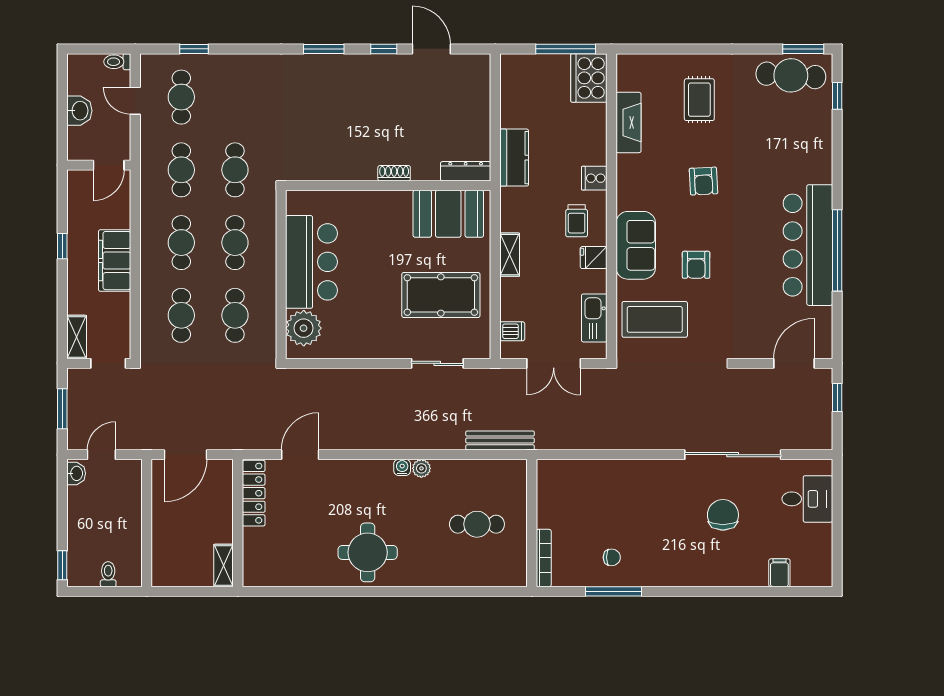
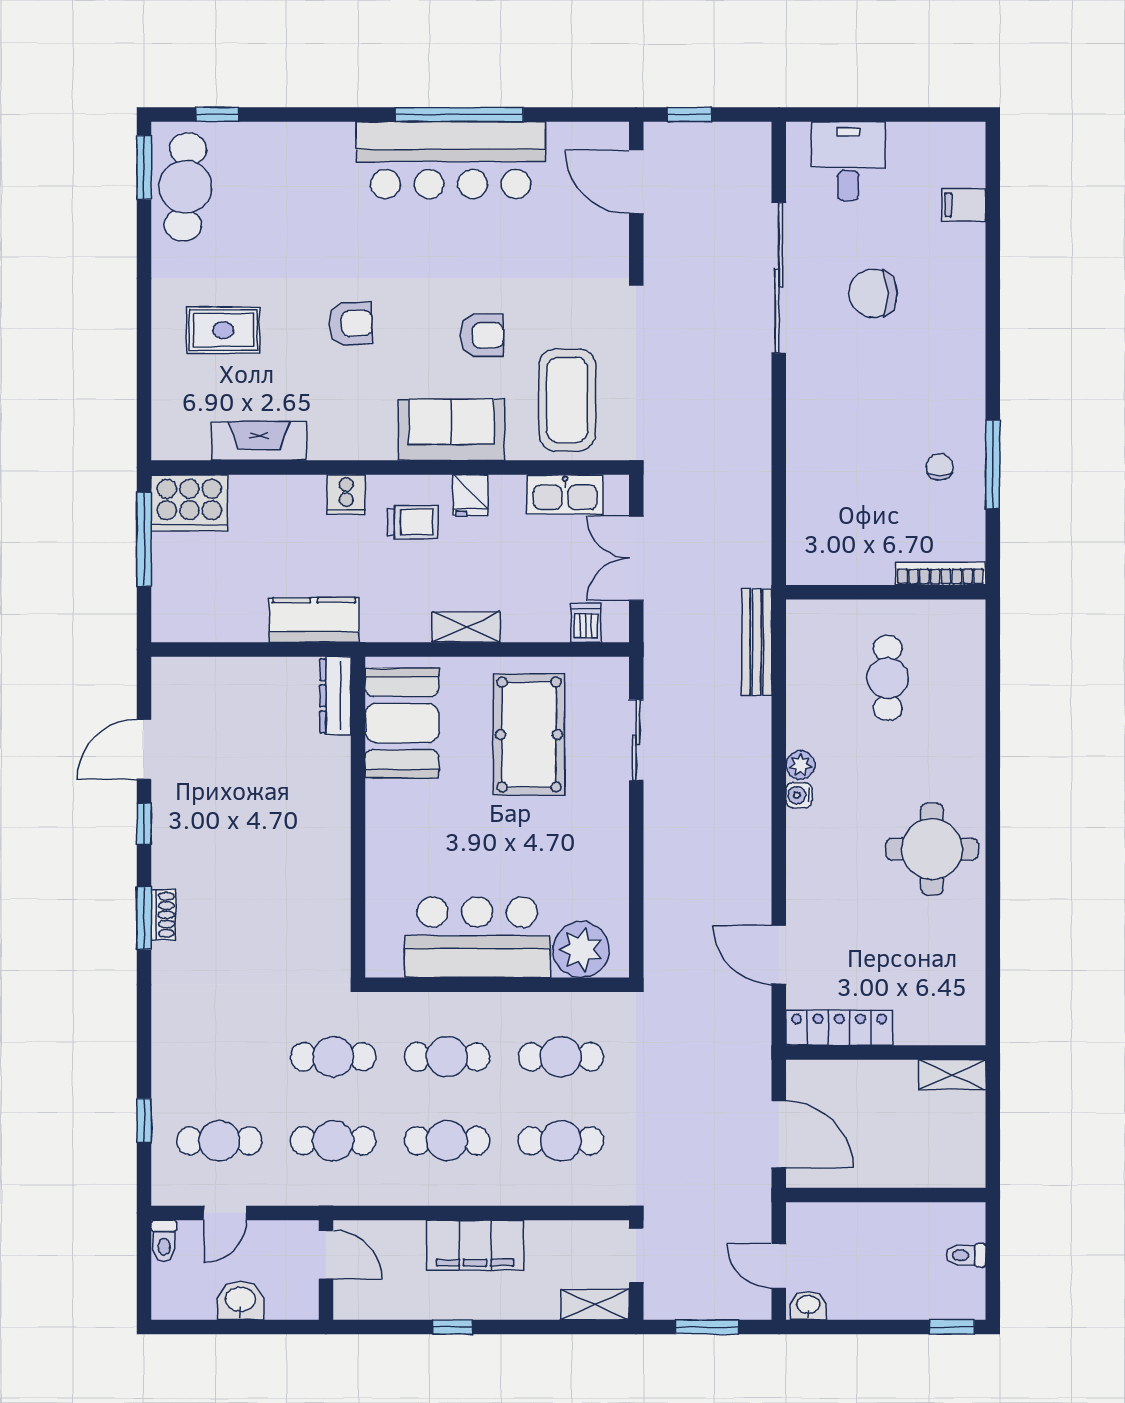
shoe rack: (394, 173) -> (163, 915), moved, turned 180
double door: (554, 363) -> (636, 558), swing flipped

